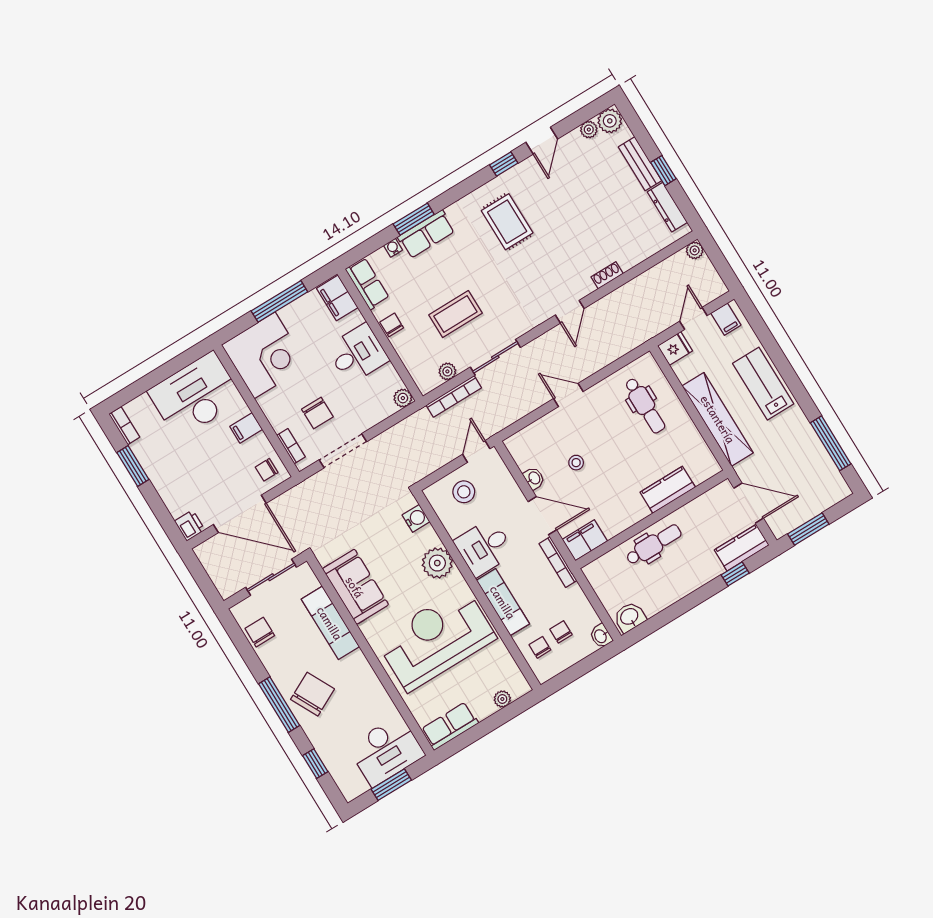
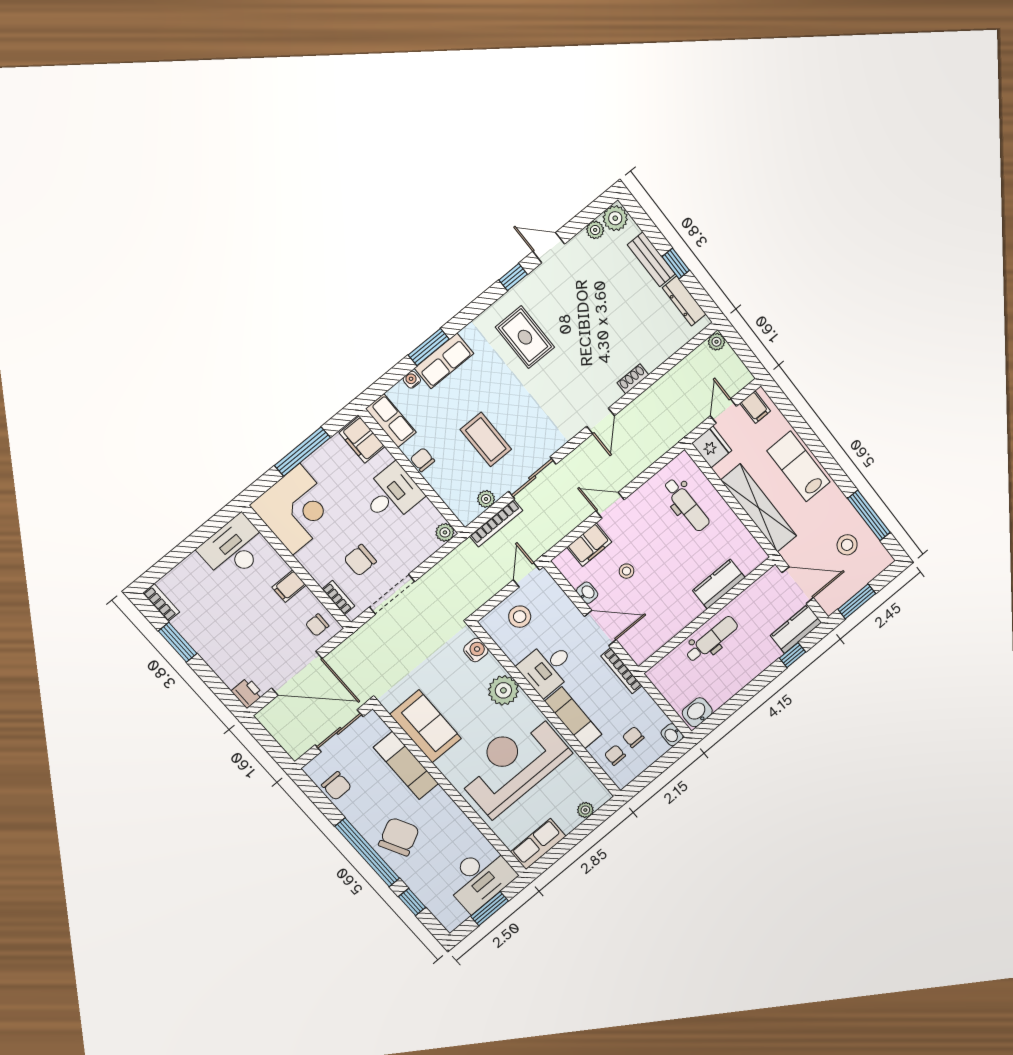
door: (542, 141) -> (549, 248), swing flipped
coffee table: (455, 314) -> (486, 439), turned 90
fridge: (675, 348) -> (712, 447), width x1.38
desk: (195, 395) -> (234, 548), width x0.73, depth x0.77
chair: (317, 413) -> (360, 560), turned 90
stool: (805, 470) -> (847, 545), added
filing cabinet: (585, 540) -> (589, 545), moved, turned 180
chair: (260, 632) -> (336, 786), turned 180
window: (279, 705) -> (367, 852), width x1.46

